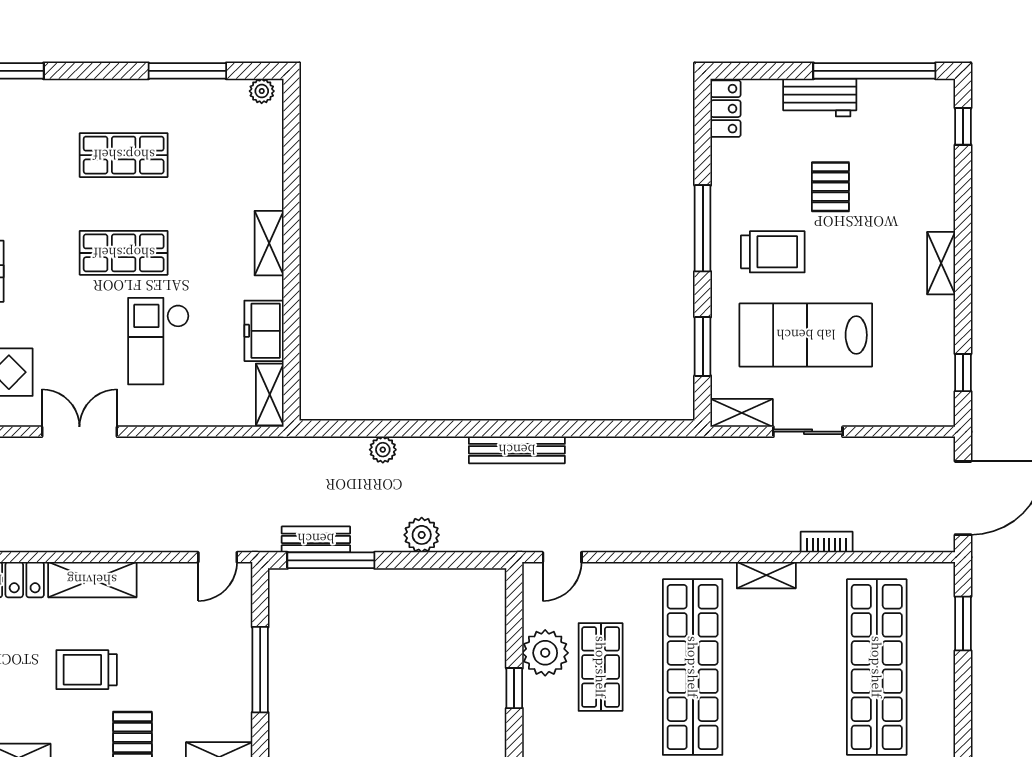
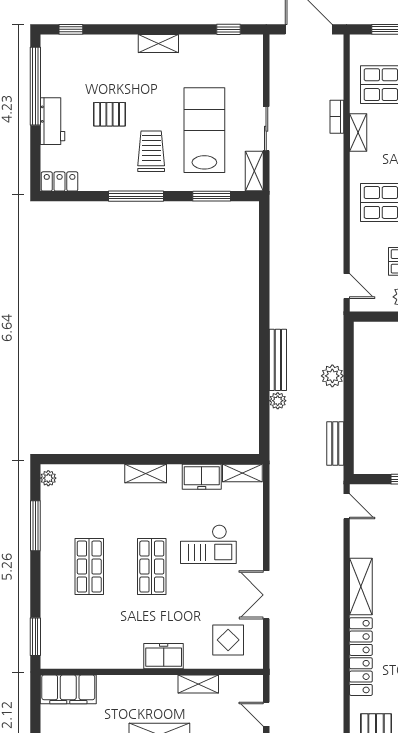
lab bench: (806, 335) -> (204, 130), turned 180
bench: (517, 450) -> (278, 360), moved
window: (331, 560) -> (349, 434), removed
shelving: (766, 575) -> (358, 133), moved

